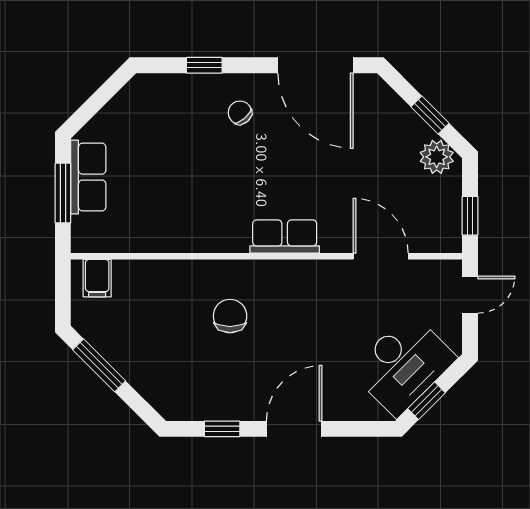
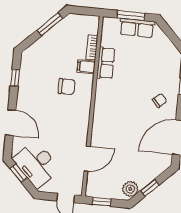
row of seats: (285, 237) -> (106, 63), moved
bookcase: (140, 270) -> (92, 47), added
filing cabinet: (97, 278) -> (86, 67), moved
door: (294, 429) -> (11, 123), moved

